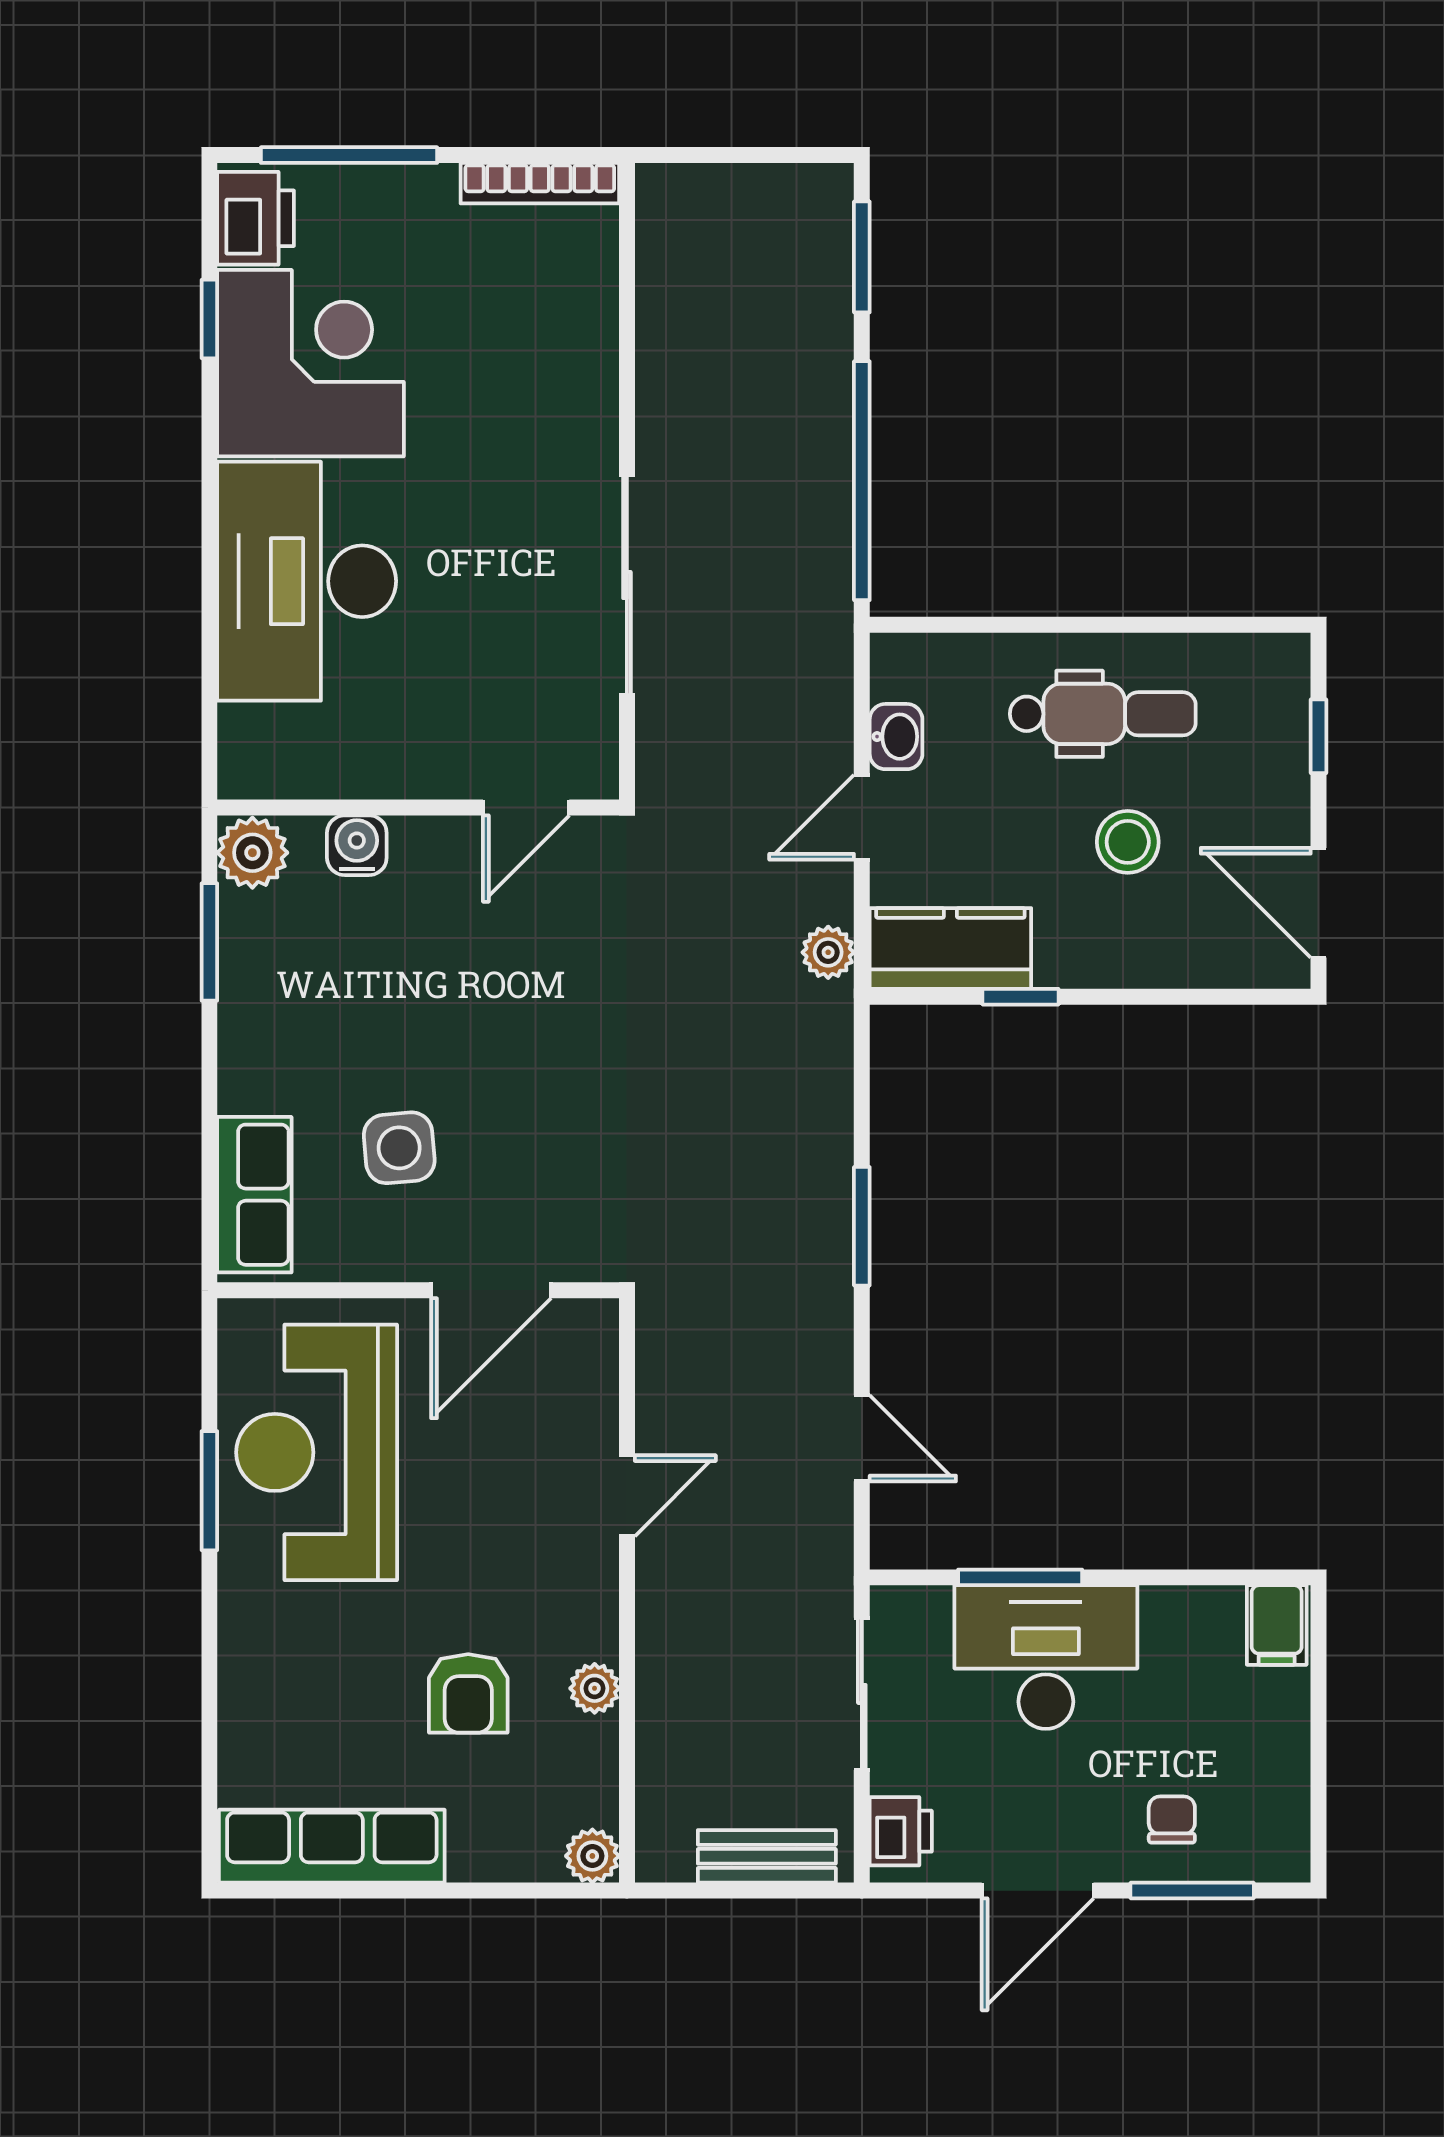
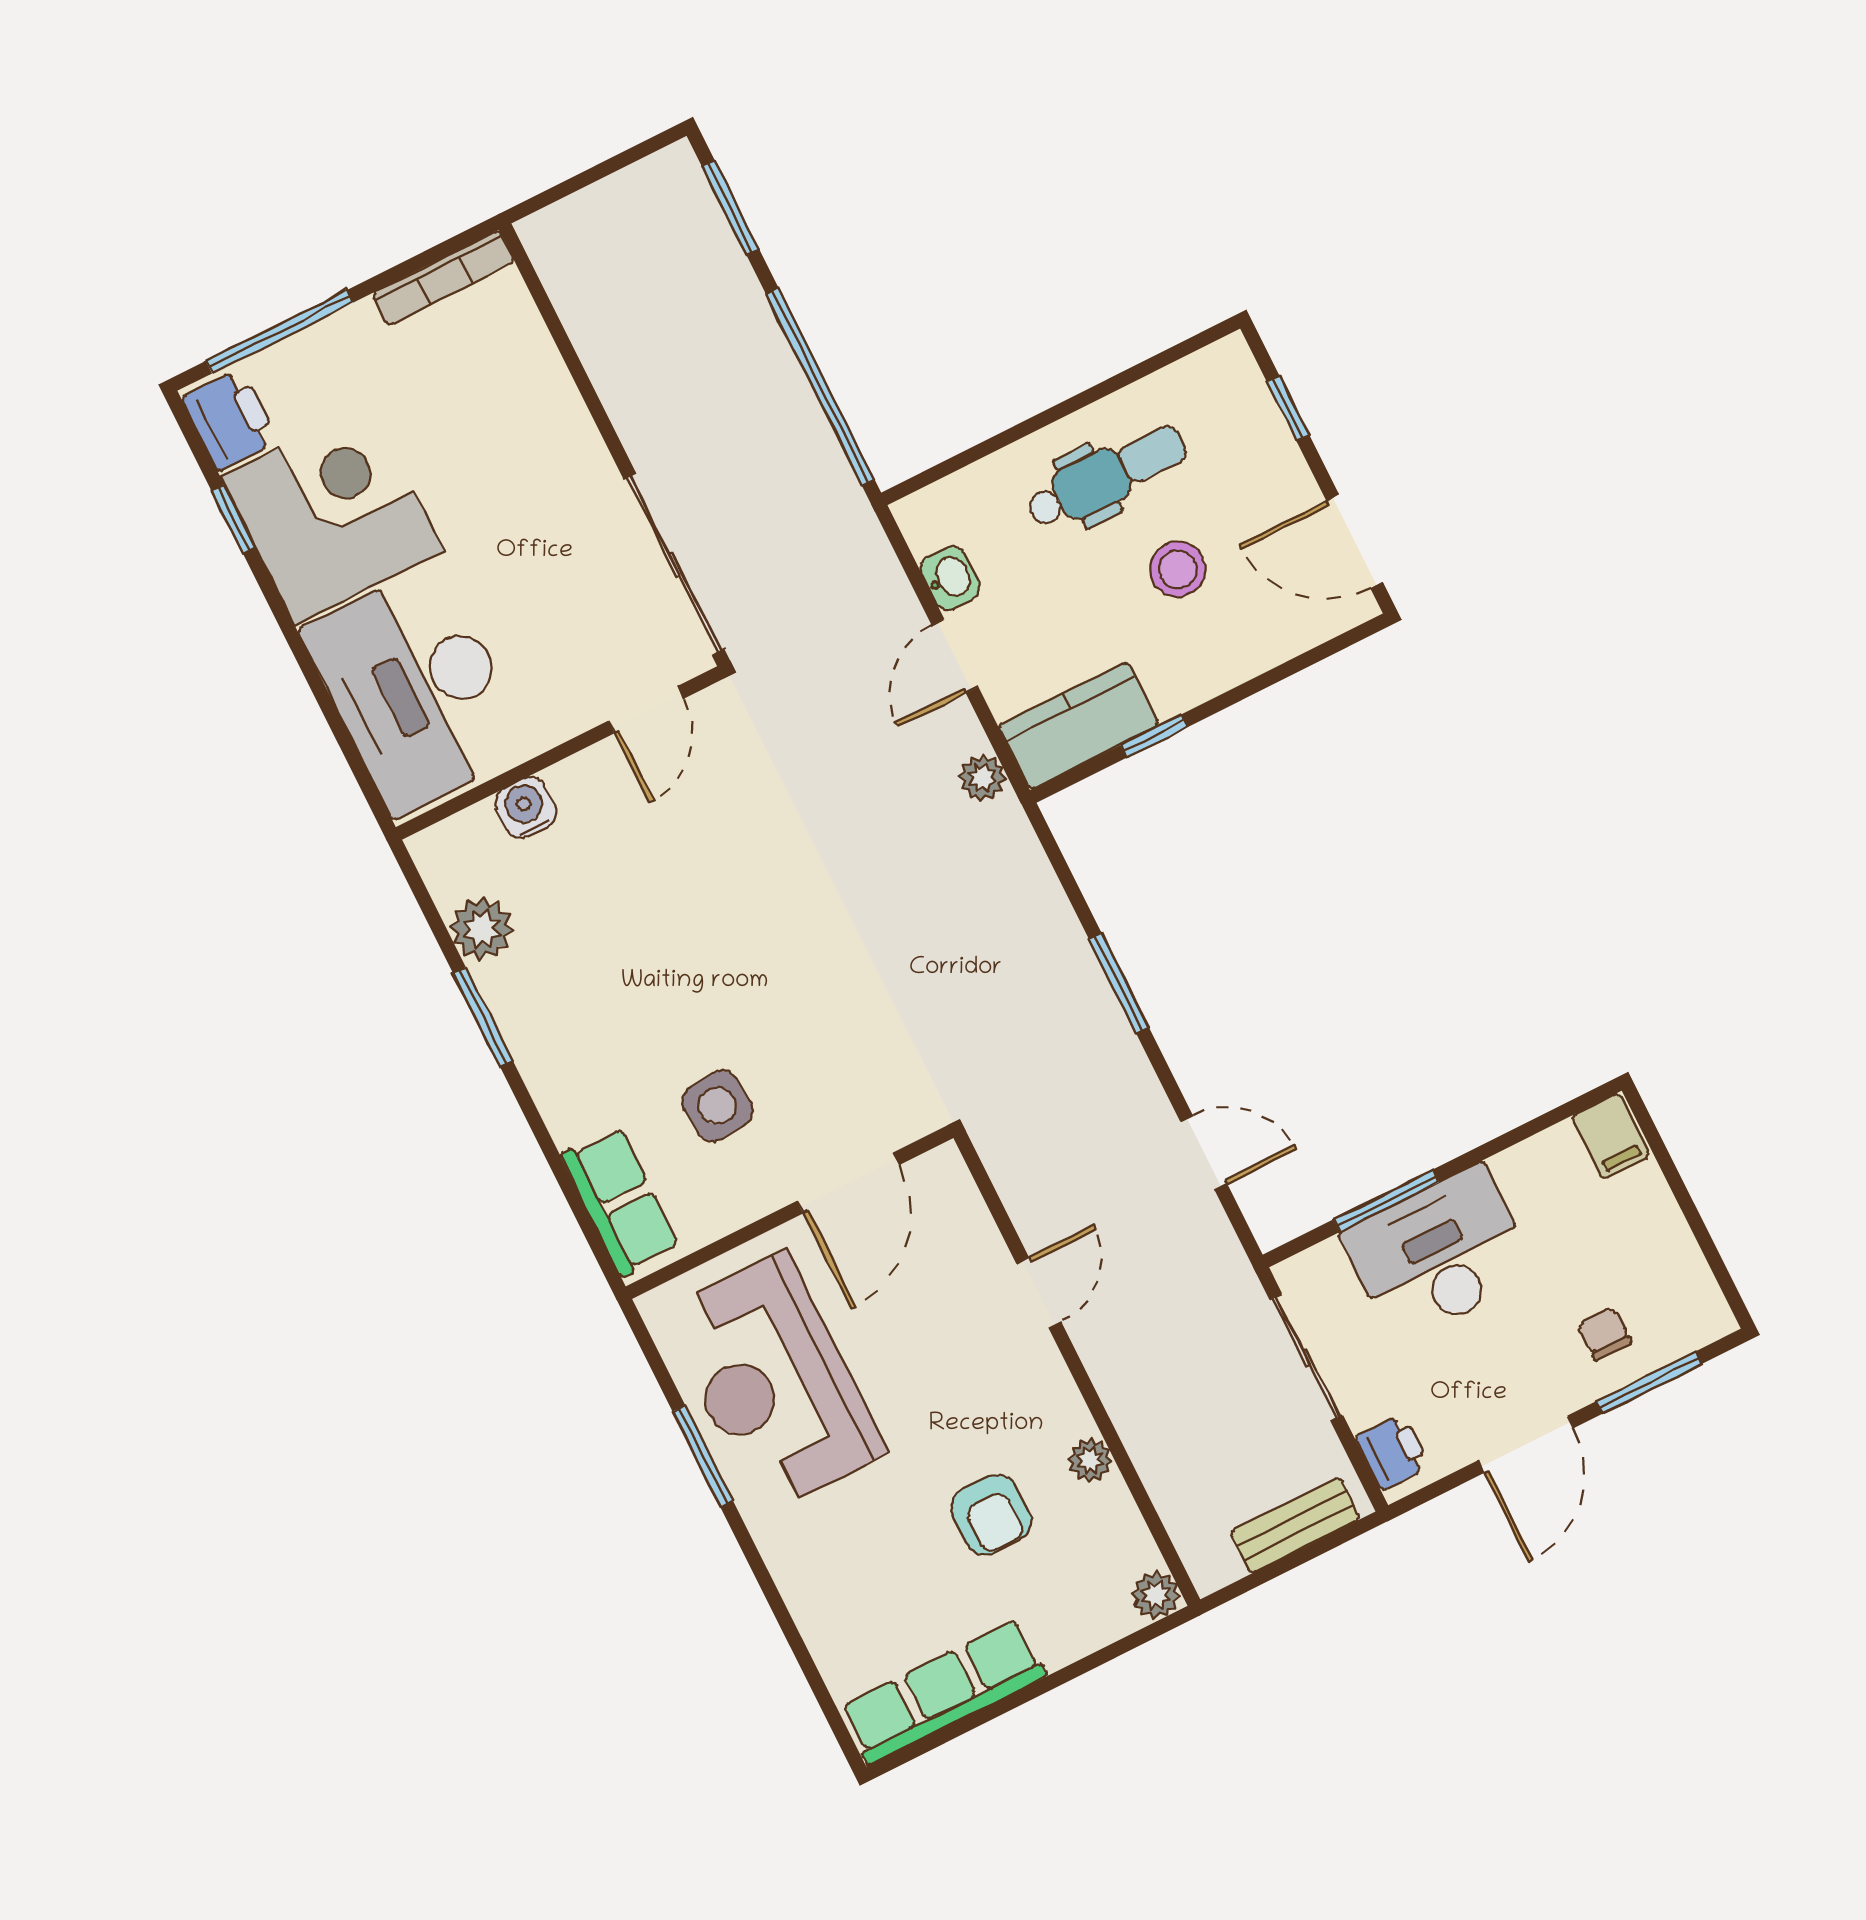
wall: (418, 807) -> (560, 753), moved
door: (526, 807) -> (646, 710), moved
water cooler: (357, 845) -> (526, 808), moved

